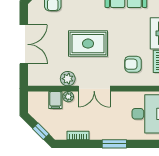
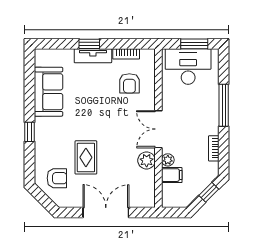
rug: (88, 44) -> (86, 157), moved, width x0.73, depth x0.70
double door: (94, 89) -> (158, 129), swing flipped
window: (114, 144) -> (224, 105), width x1.44

